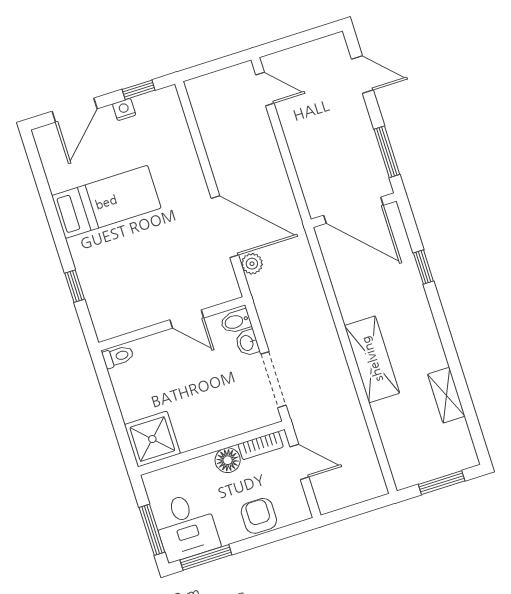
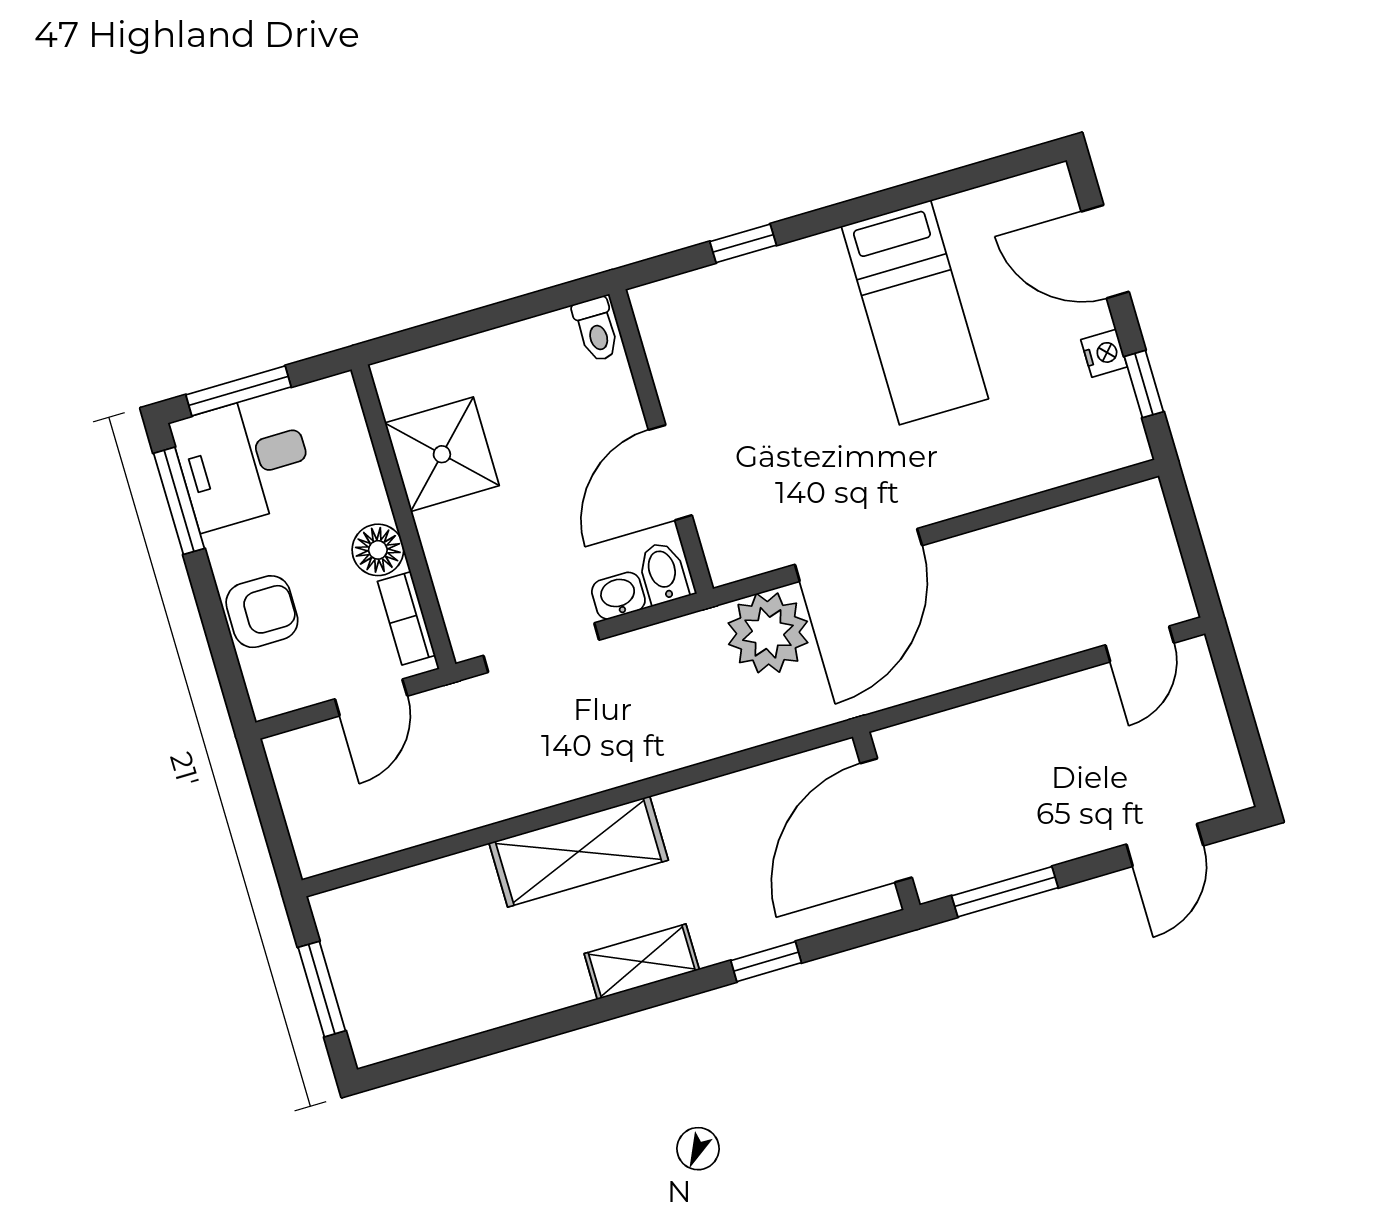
plant: (252, 264) -> (768, 633), width x1.87, depth x1.87
door: (187, 319) -> (670, 473), width x1.38
shelving: (446, 395) -> (642, 962), moved
shower: (152, 439) -> (442, 454), moved

